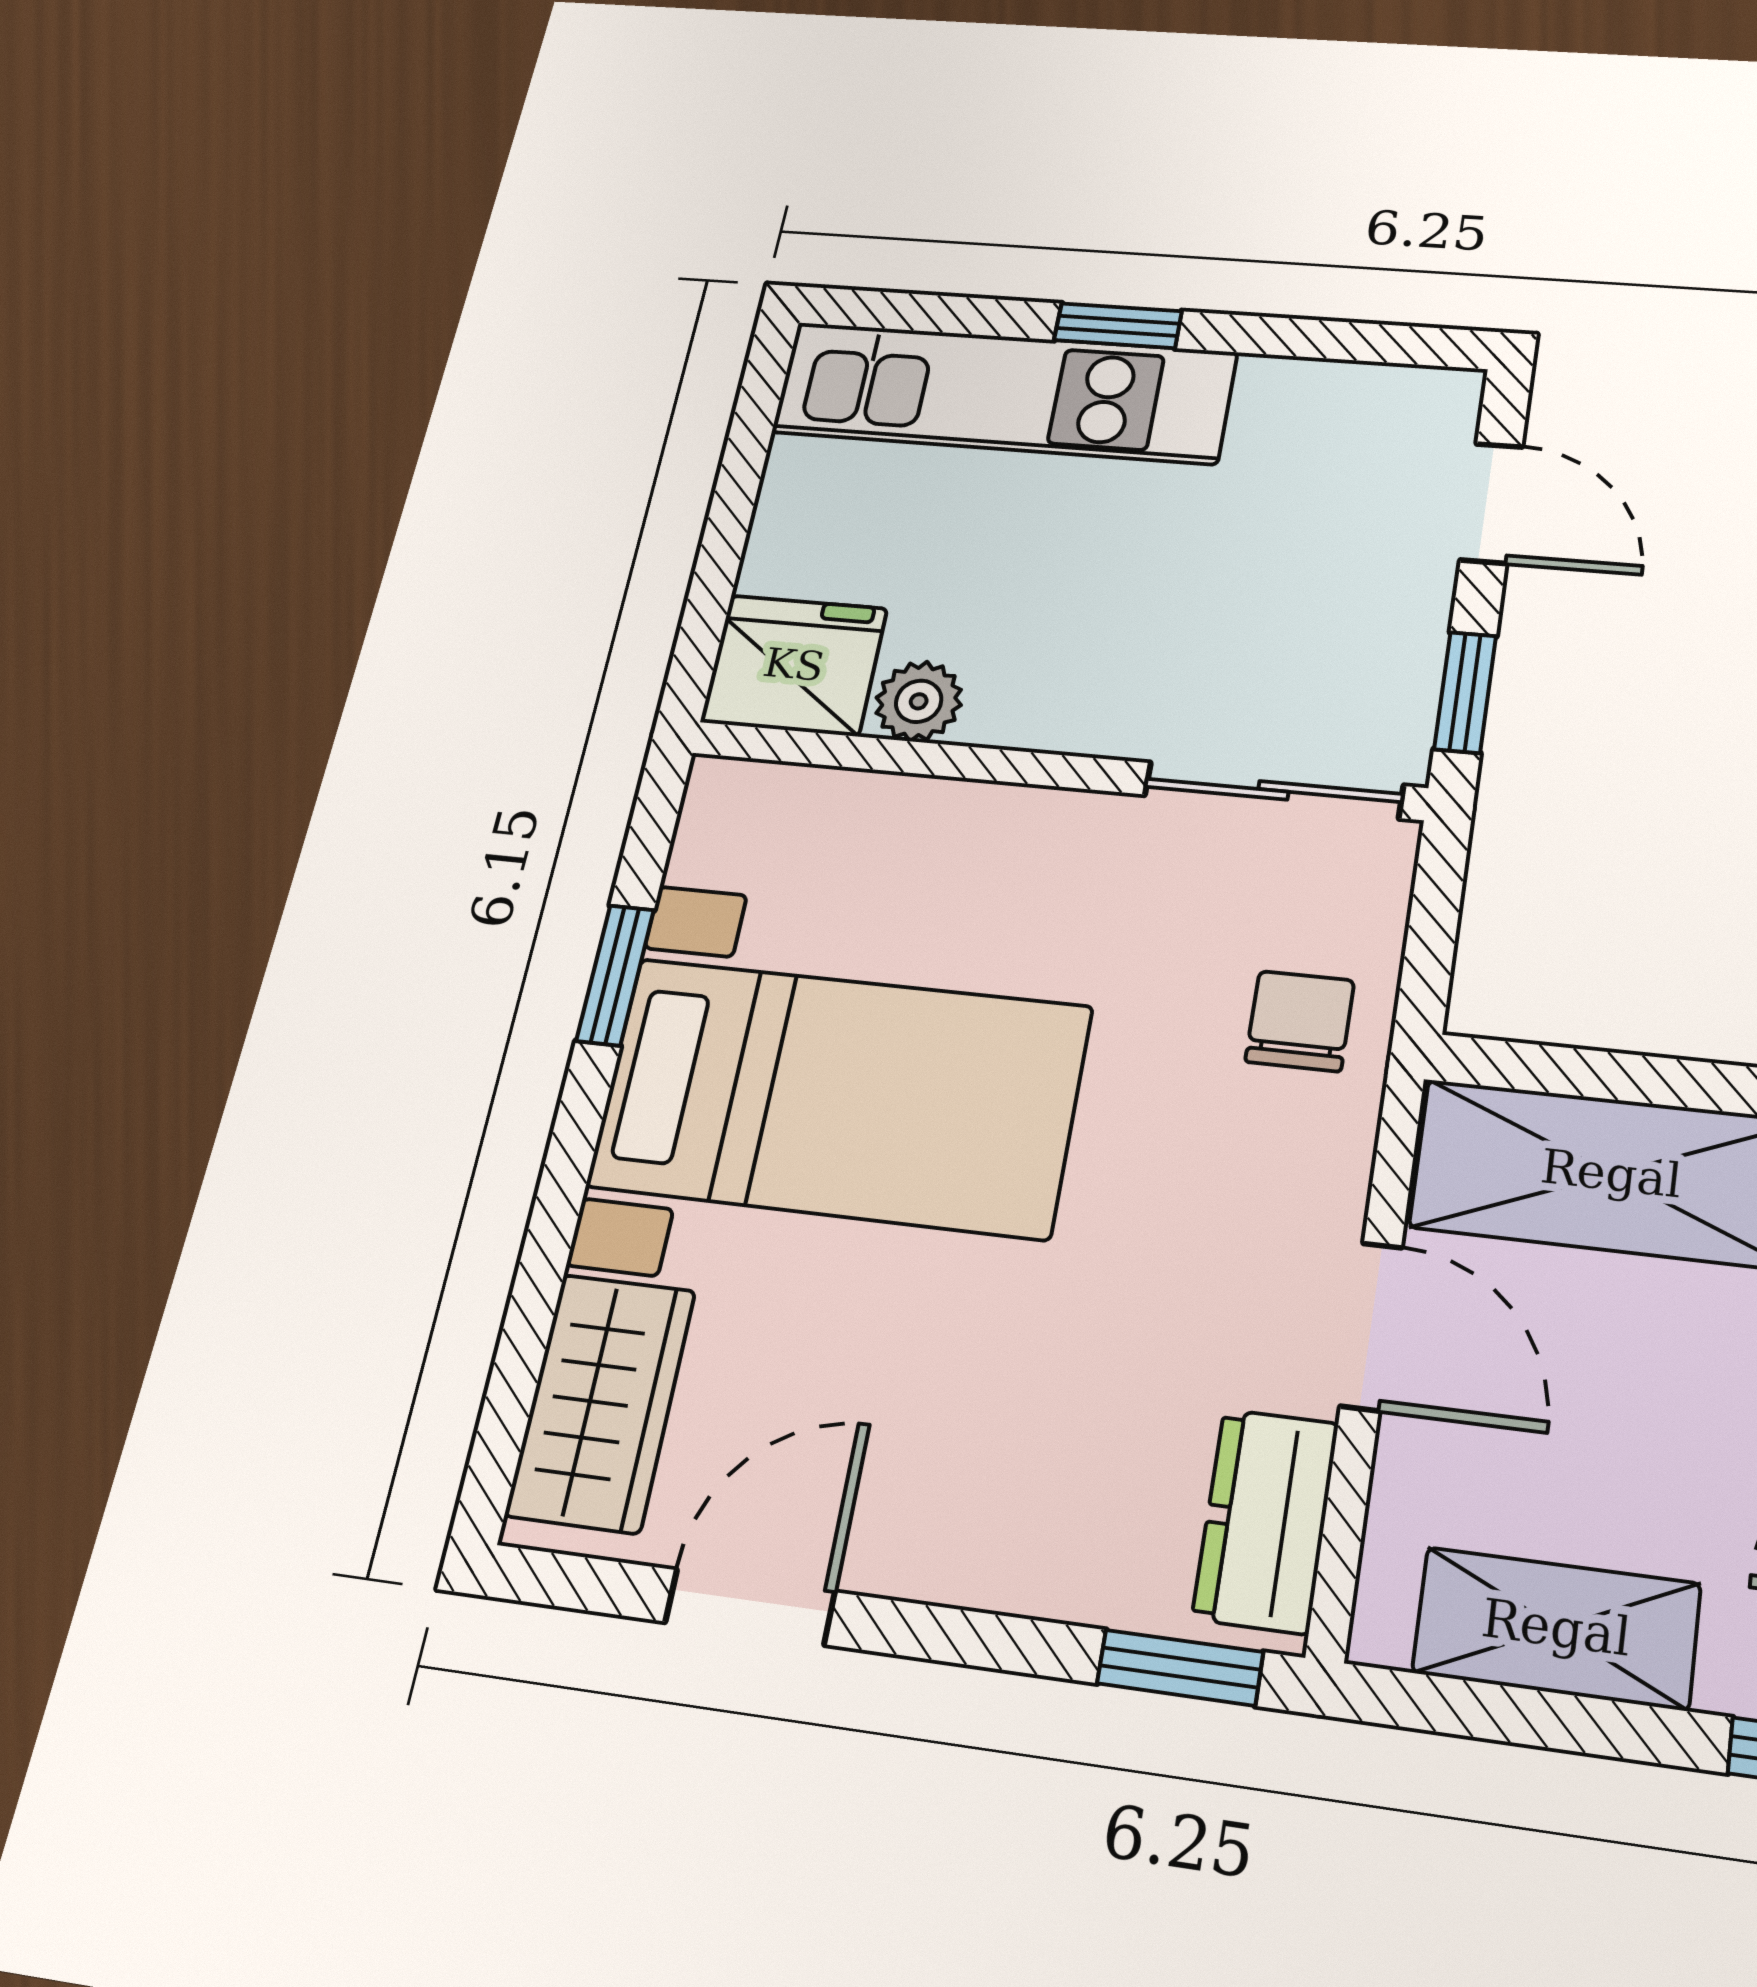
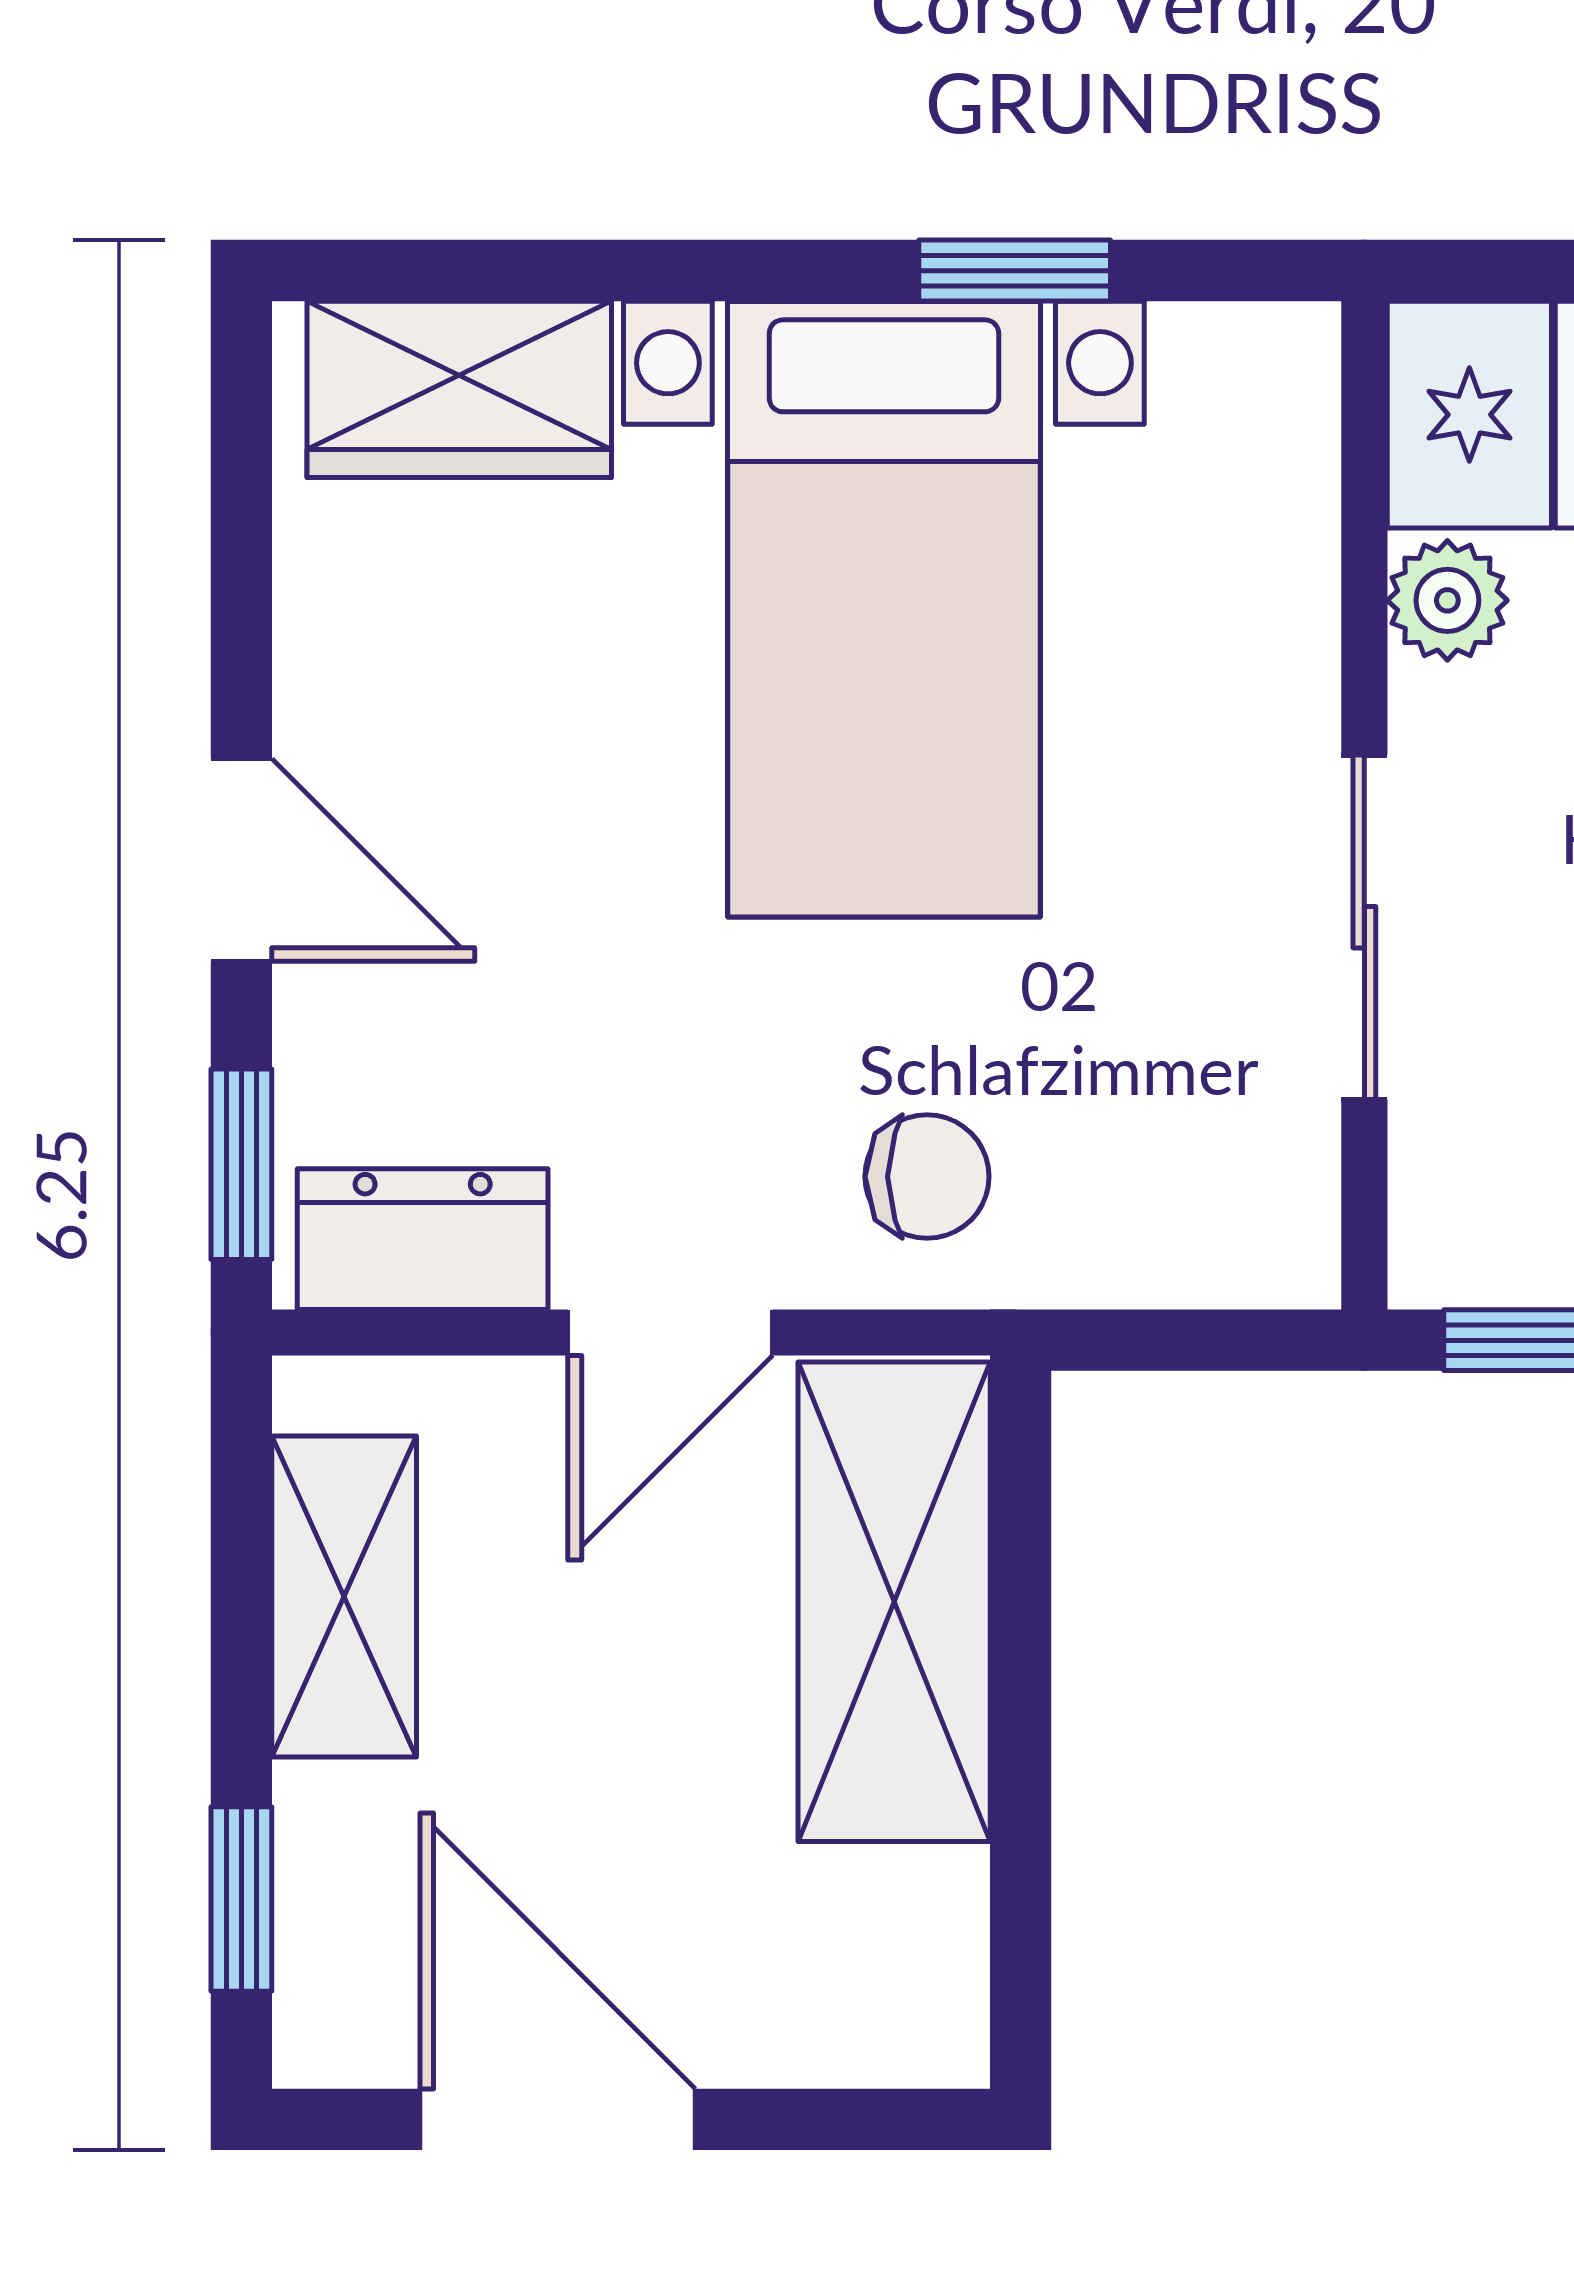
sliding door: (1273, 790) -> (1364, 927), moved
chair: (1300, 1021) -> (927, 1177), moved
door: (750, 1607) -> (241, 860), moved

